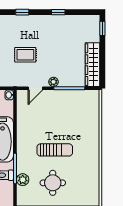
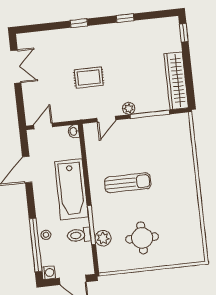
sun lounger: (55, 150) -> (128, 183), moved

